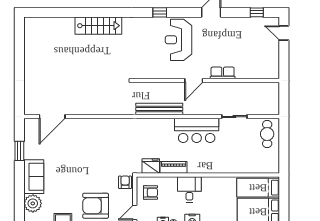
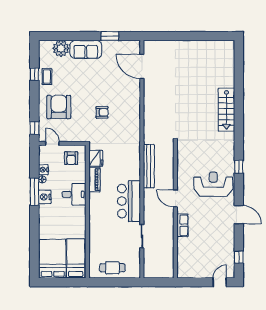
cafe table: (267, 134) -> (112, 268), moved
armchair: (125, 182) -> (102, 112), moved

